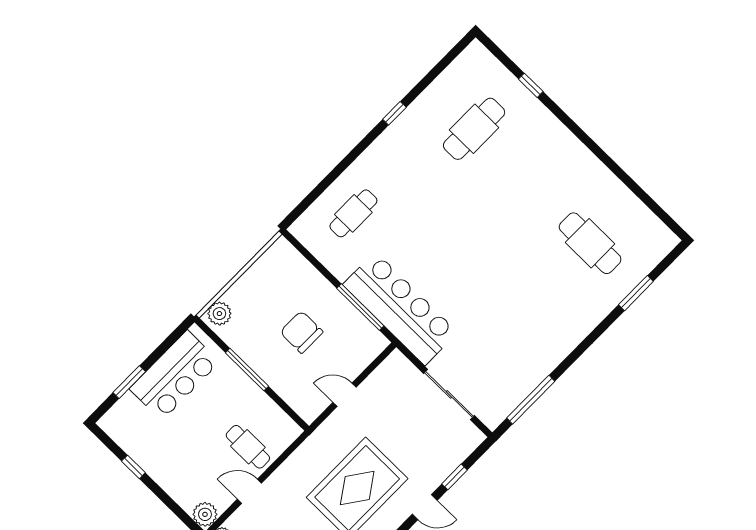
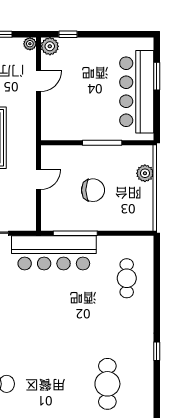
plant: (219, 314) -> (145, 173), moved
bar counter: (175, 375) -> (137, 92), width x1.36
cafe table: (248, 447) -> (62, 103), removed
window: (133, 467) -> (68, 34), moved

